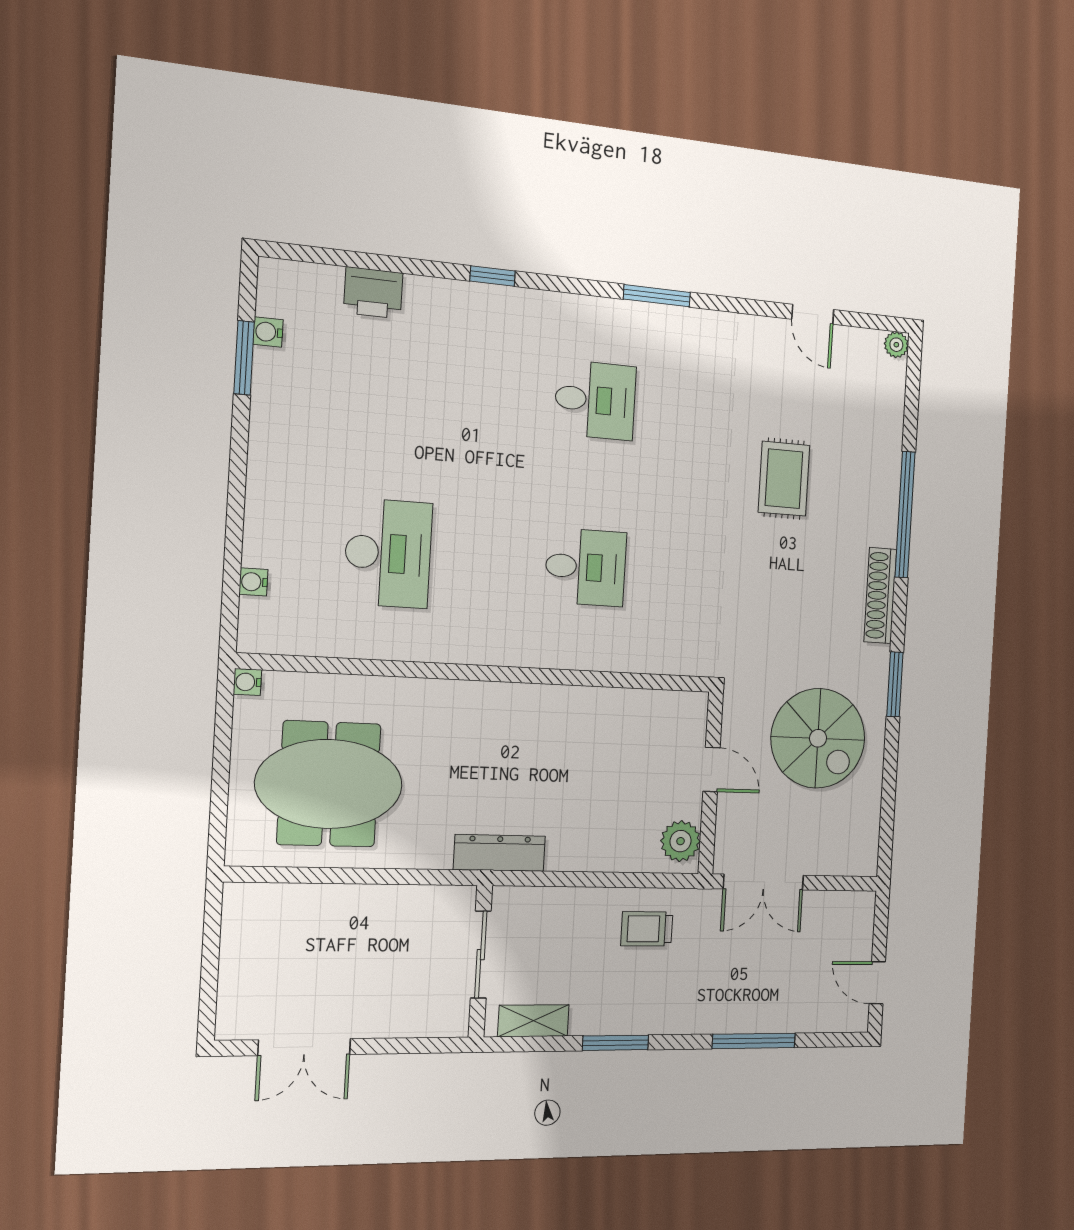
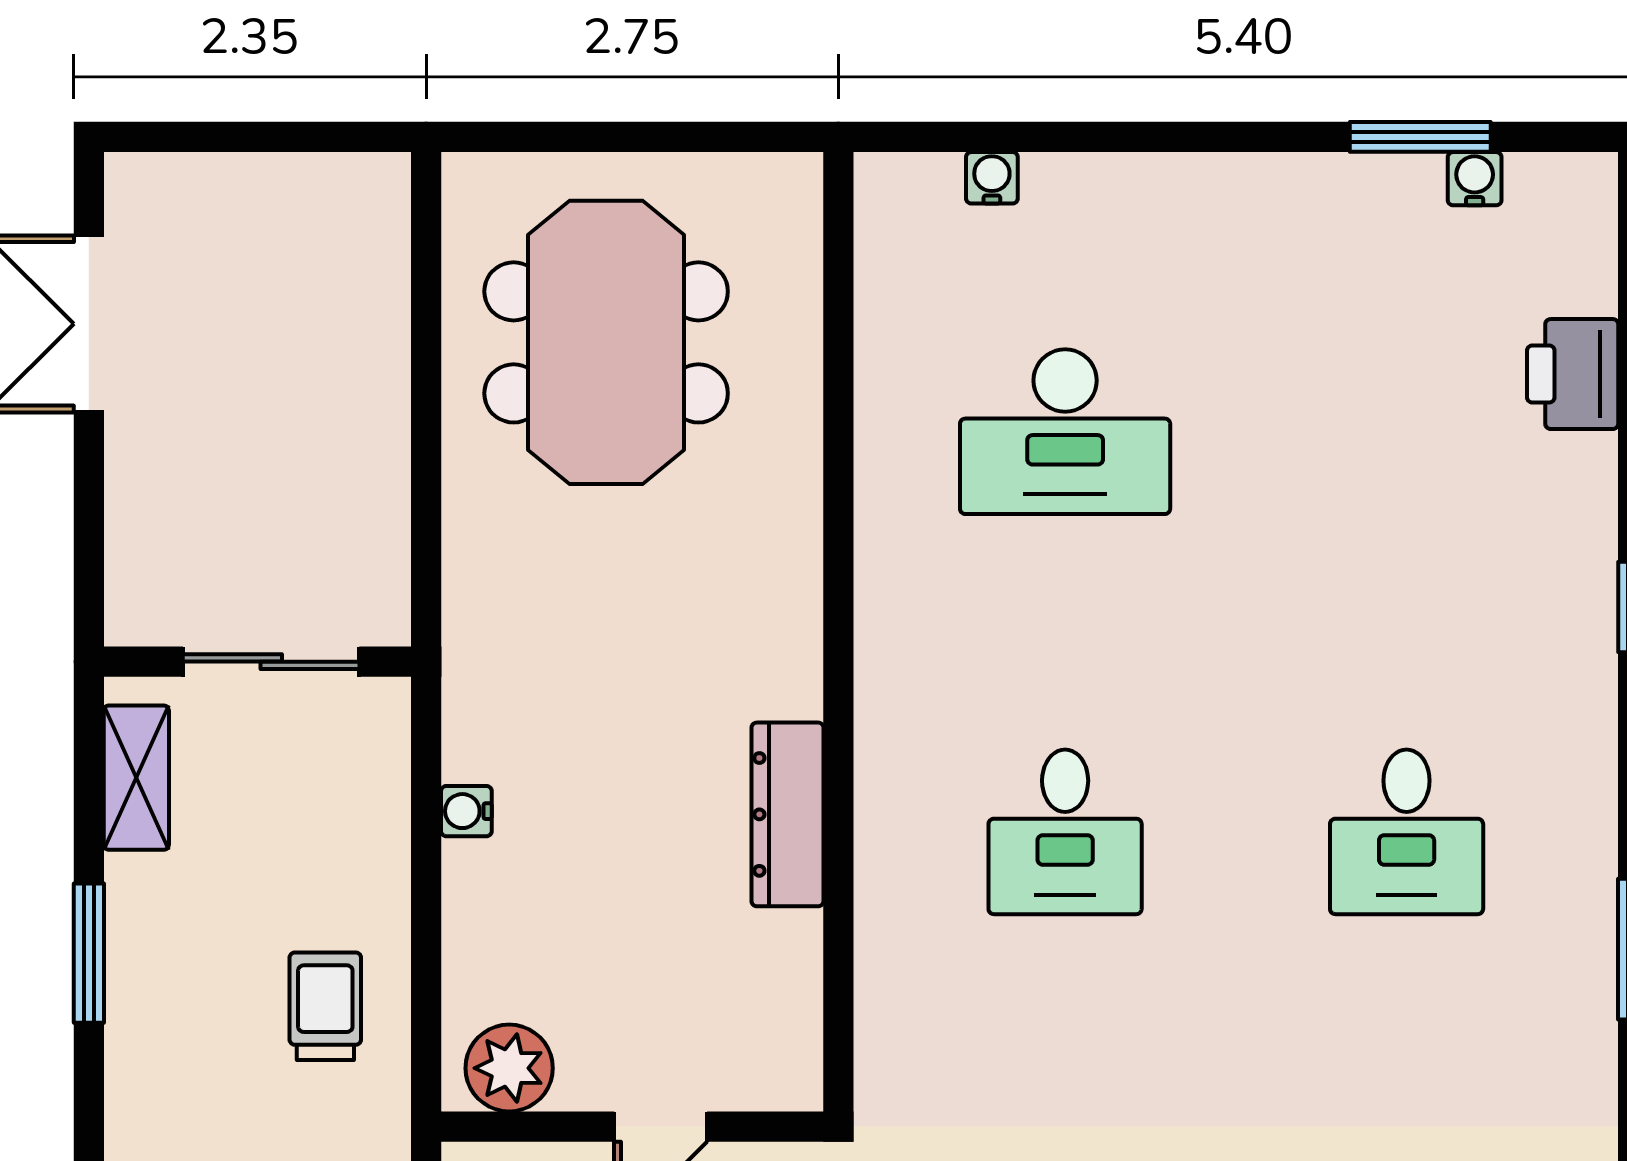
water cooler: (247, 682) -> (466, 811), moved, turned -90
dresser: (499, 853) -> (787, 814), moved, turned 180

